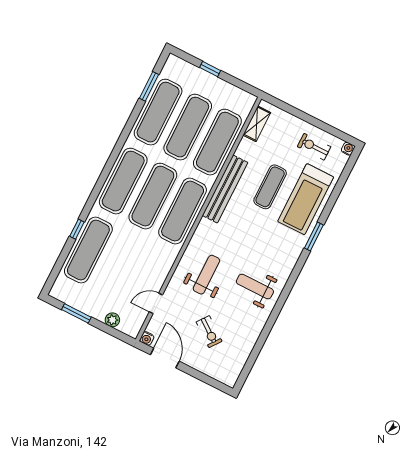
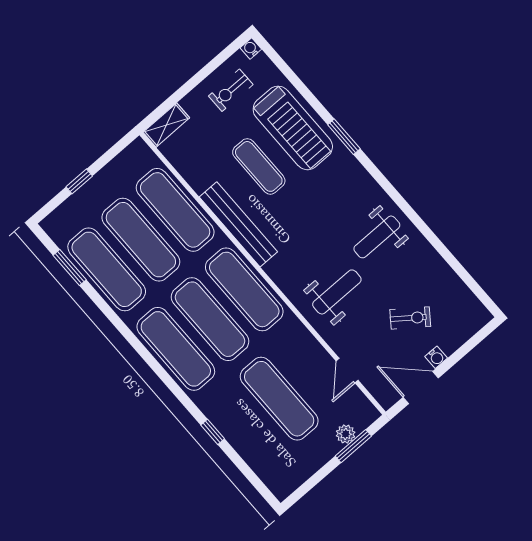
shelving: (257, 124) -> (166, 125), moved, turned 90
exercise mat: (88, 250) -> (279, 399), moved
weight bench: (206, 275) -> (337, 292), turned 90
window: (76, 313) -> (353, 446), moved
water cooler: (147, 338) -> (436, 357), moved

